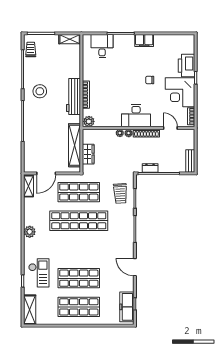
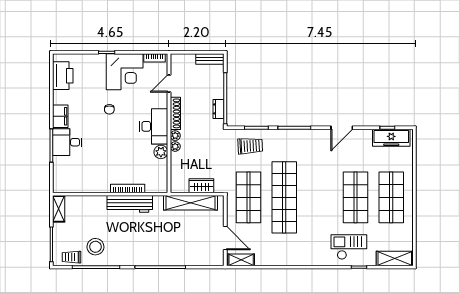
desk: (102, 46) -> (67, 142), moved
printer: (186, 66) -> (63, 76), moved, turned -90
stool: (40, 91) -> (95, 247), moved
plant: (89, 121) -> (161, 152), moved
plant: (30, 232) -> (298, 259), removed

